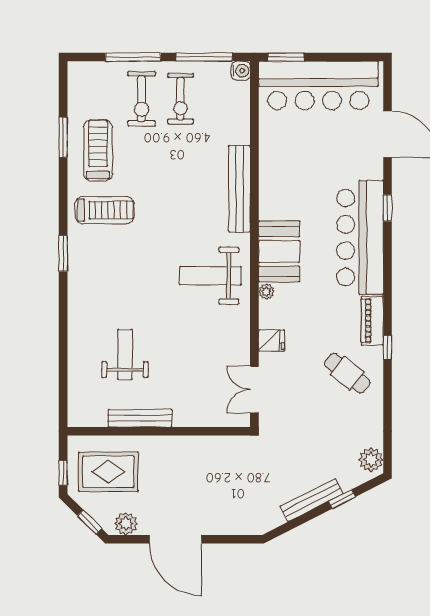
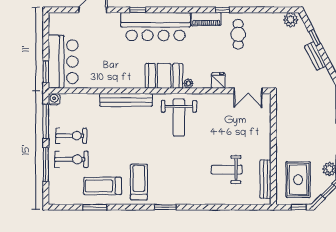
bar counter: (318, 85) -> (63, 62), width x0.73
cafe table: (347, 373) -> (238, 34), turned -38
bench: (140, 418) -> (265, 179), moved
bench: (312, 500) -> (315, 56), width x0.73

